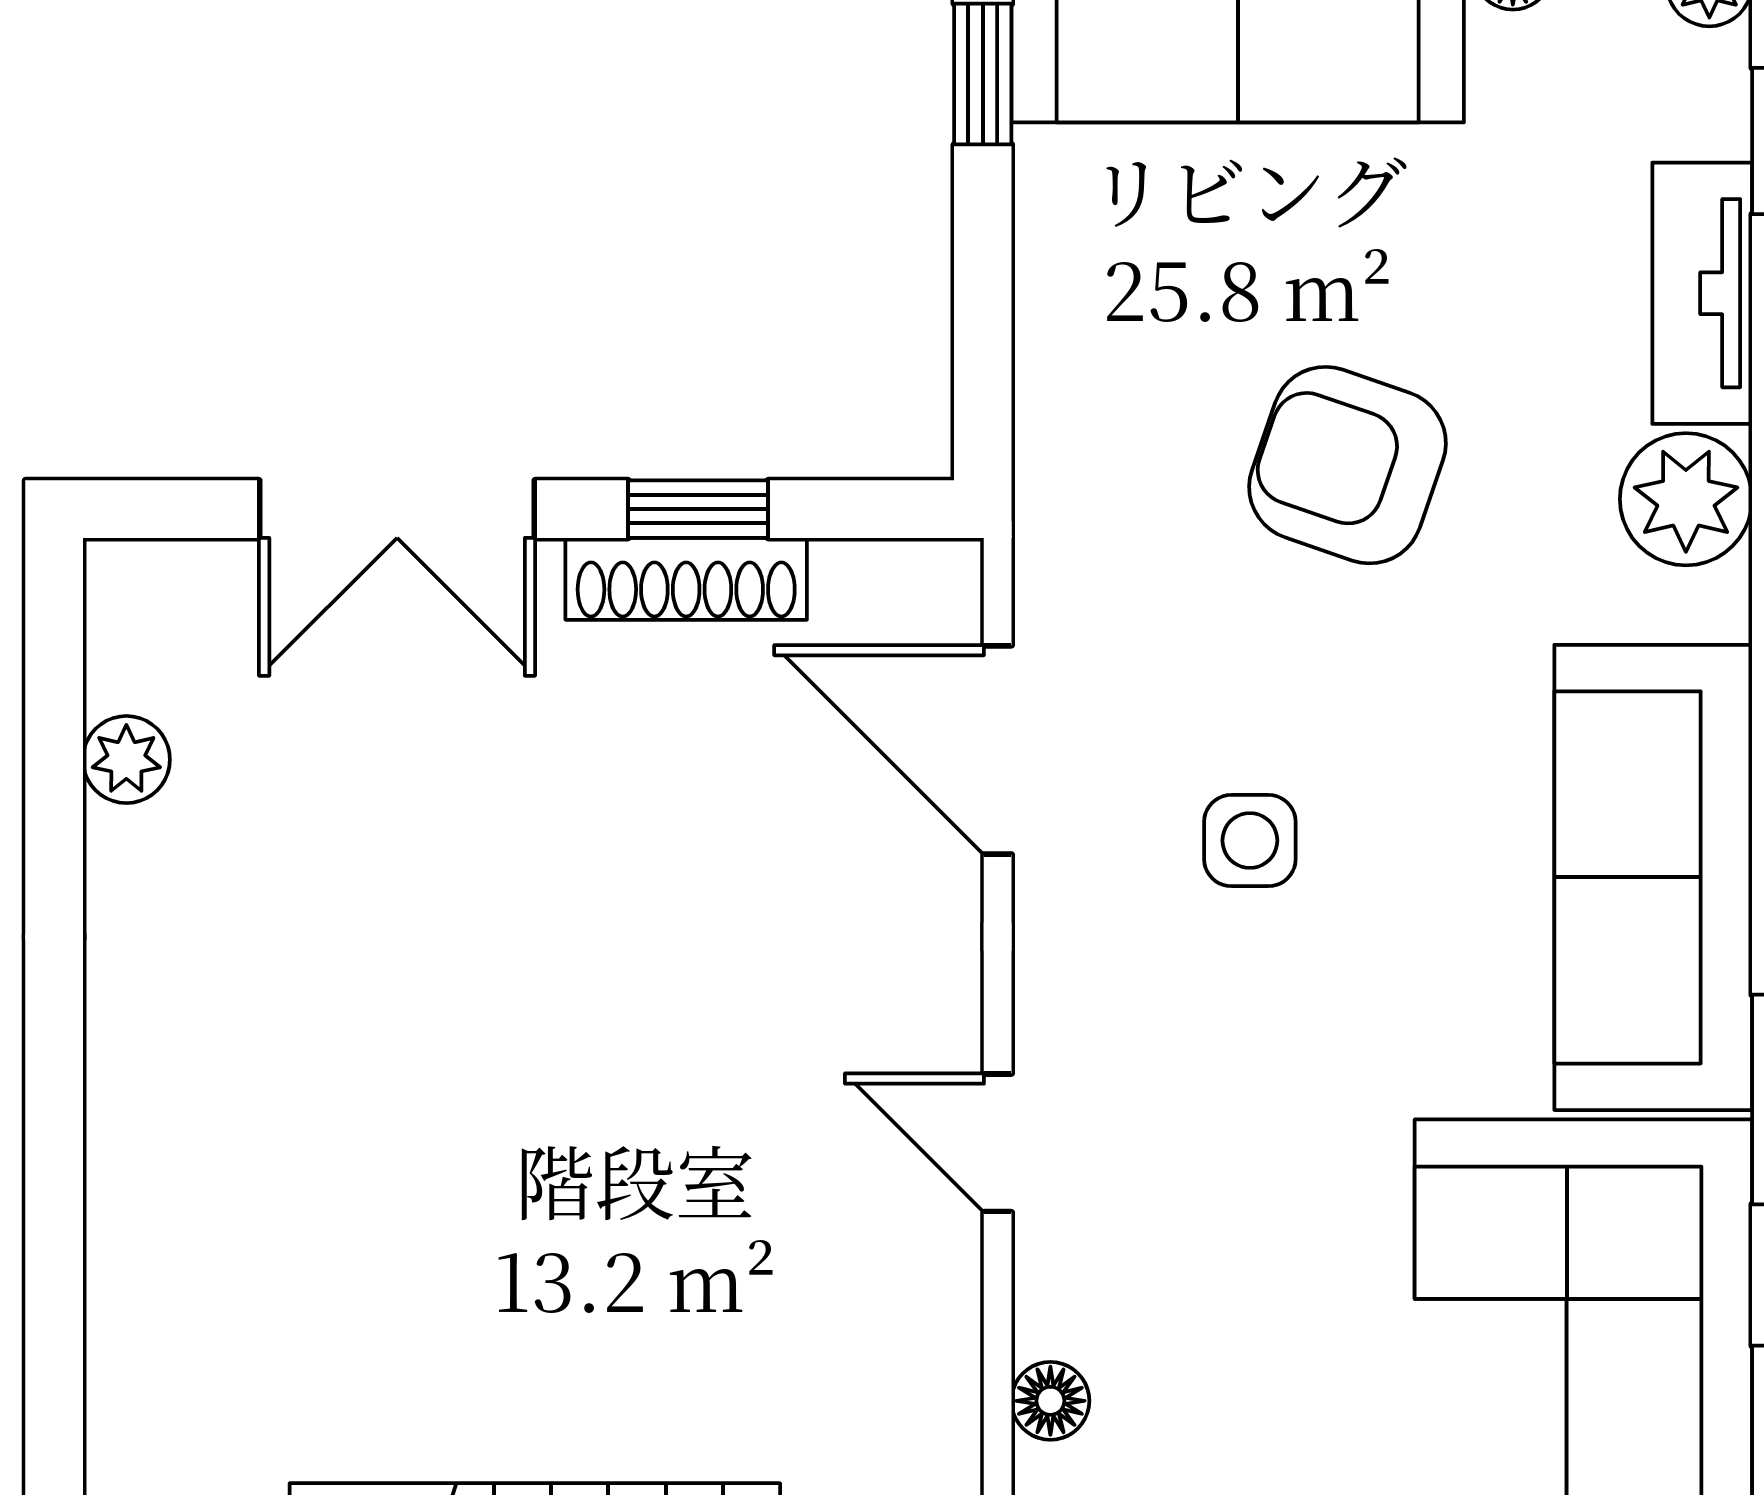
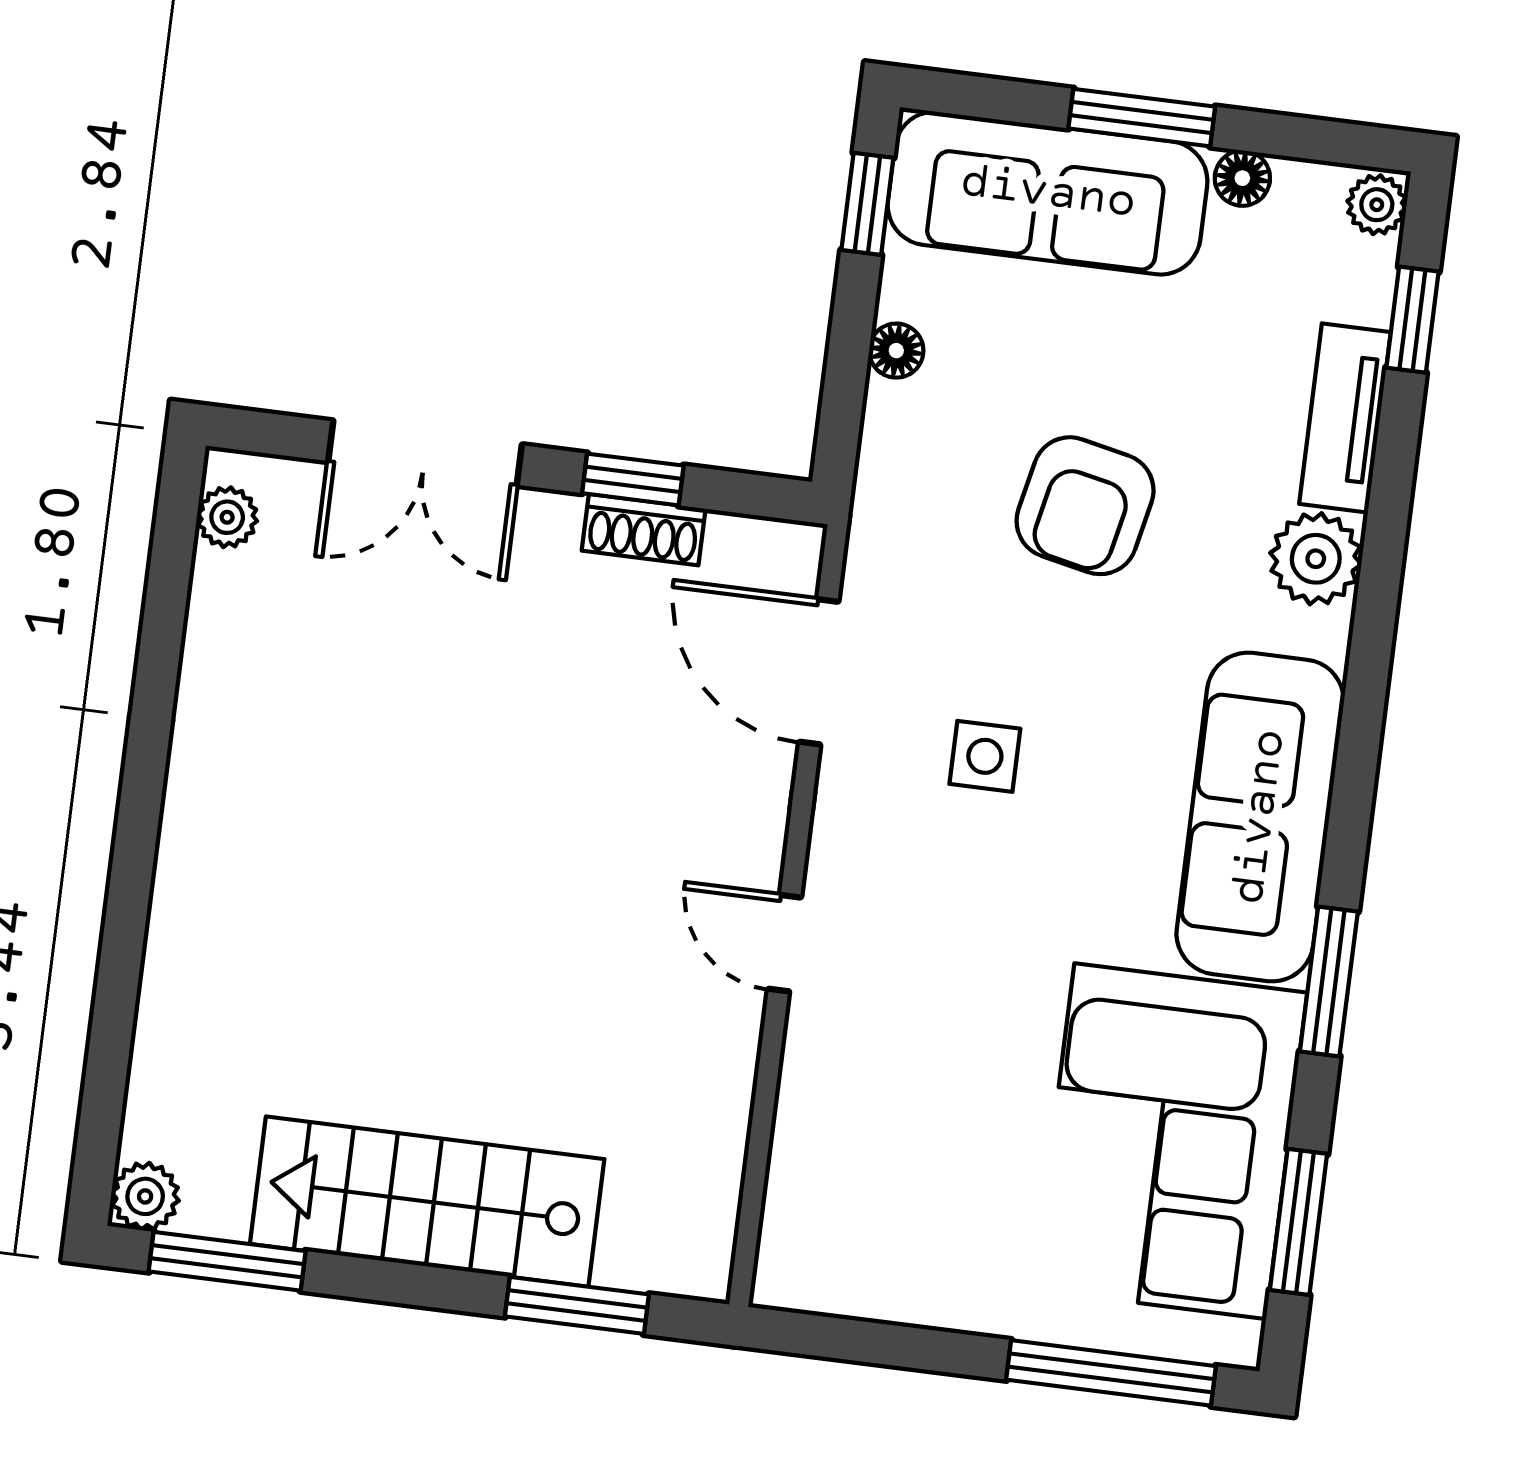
armchair: (1348, 465) -> (1085, 506), turned -97
shoe rack: (686, 579) -> (644, 530), width x0.70
plant: (126, 760) -> (227, 517), moved
floor lamp: (1050, 1401) -> (896, 351), moved

